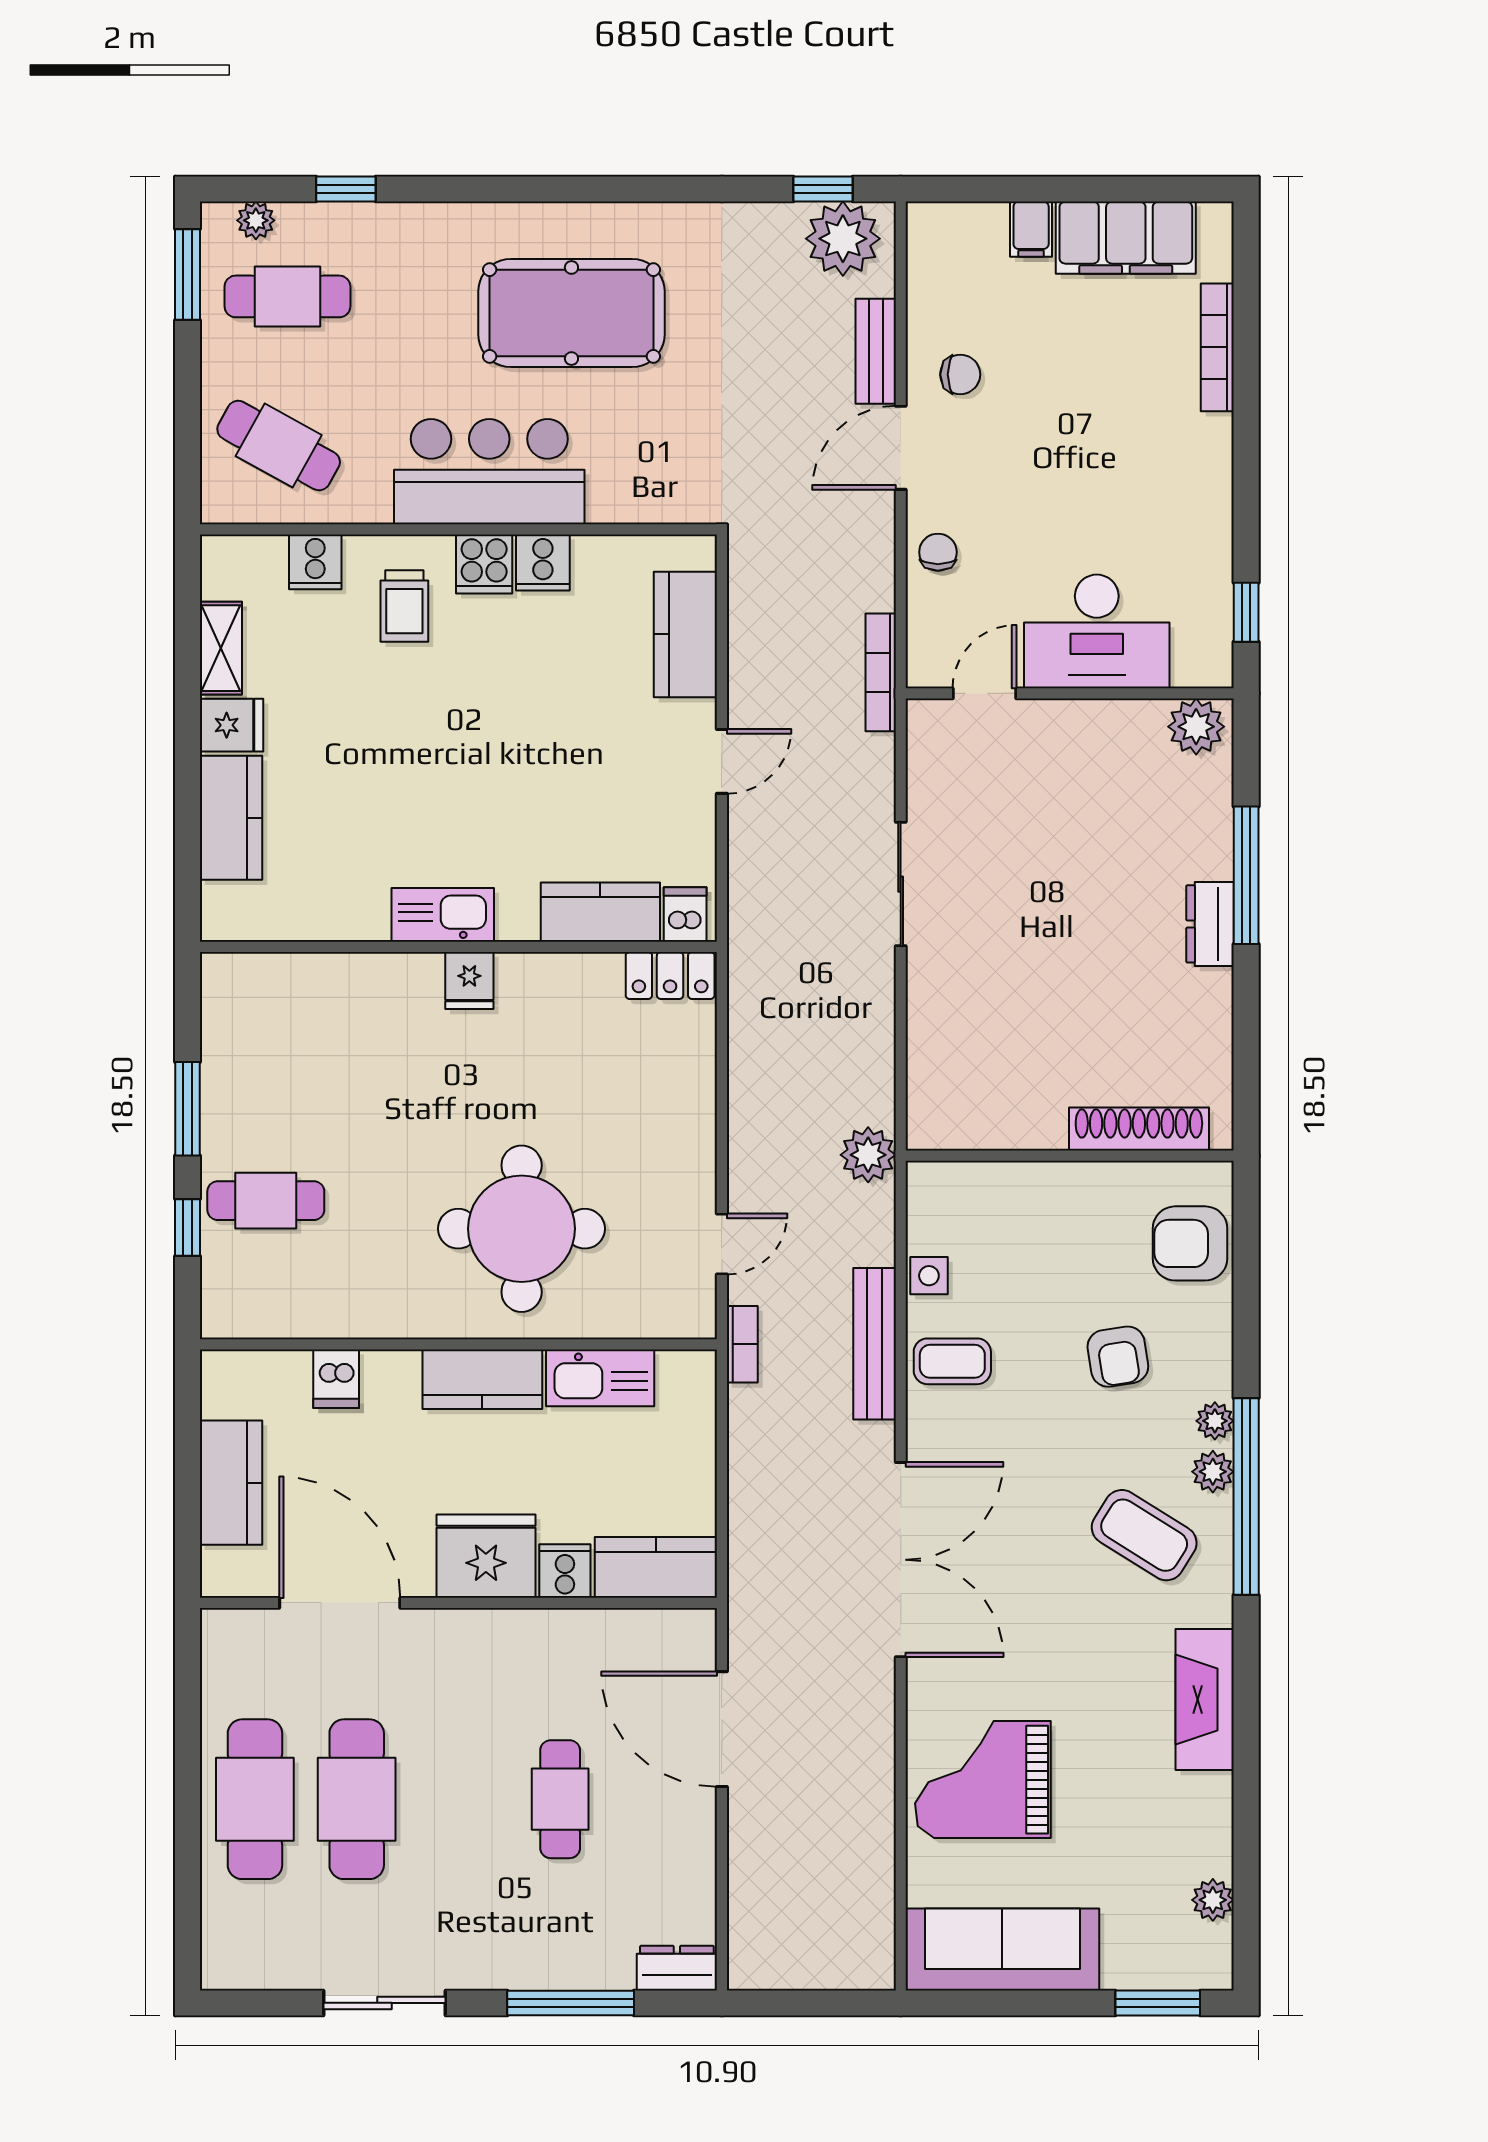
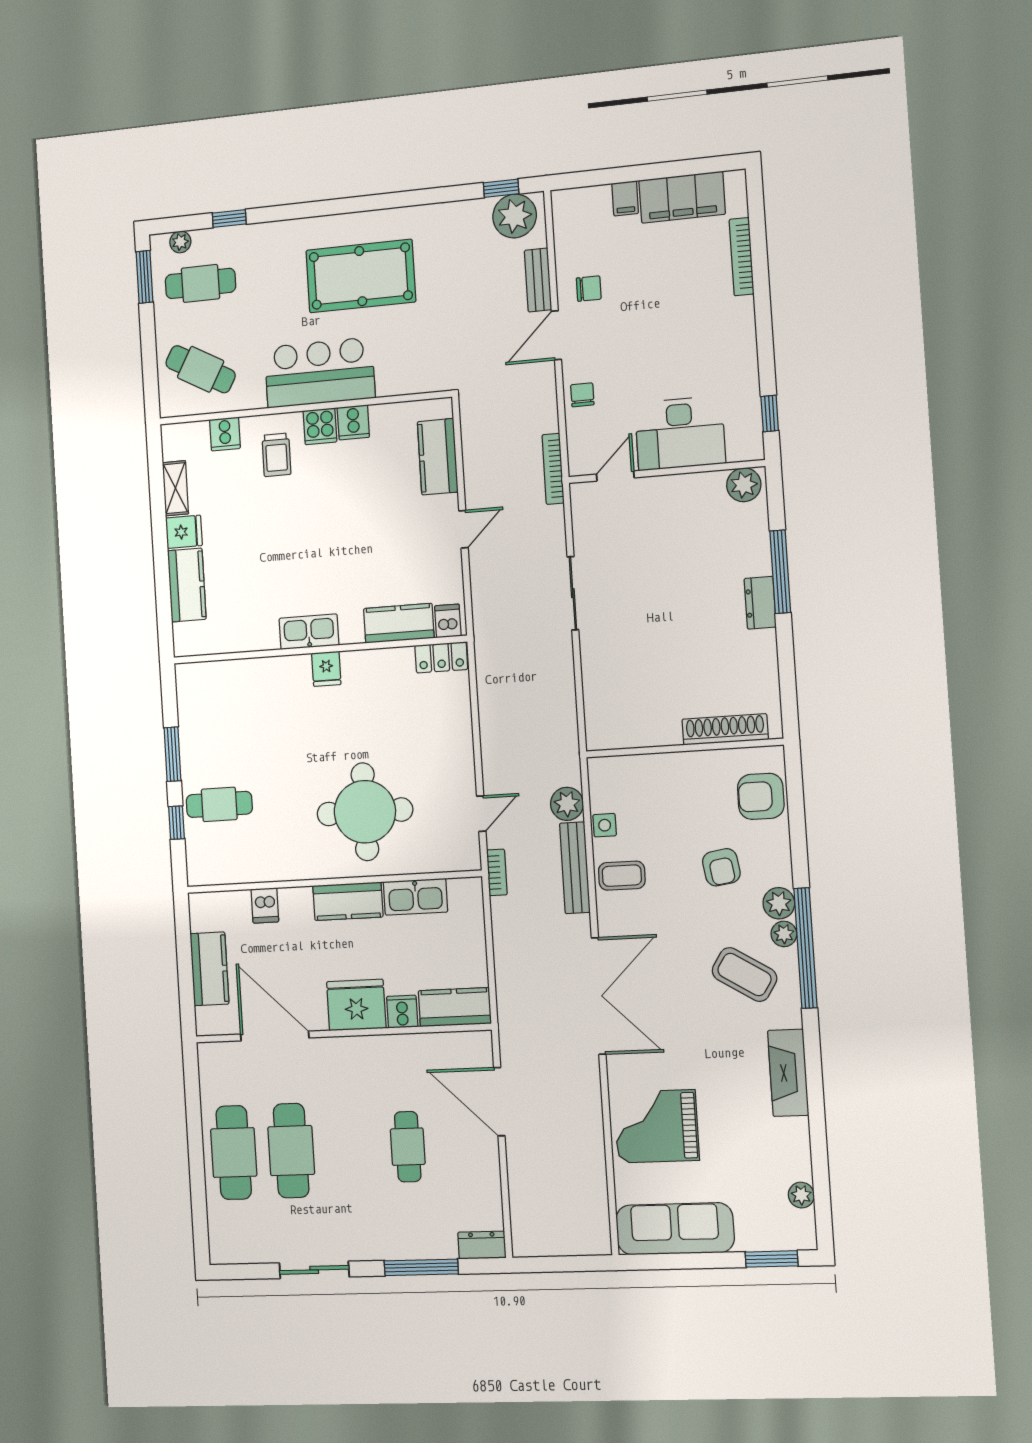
plant: (868, 1155) -> (567, 804), moved
plant: (1215, 1421) -> (779, 903), width x1.38, depth x1.38

